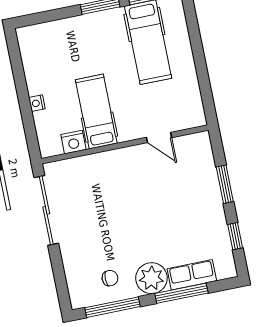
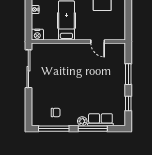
nightstand: (73, 142) -> (37, 35), moved
plant: (151, 278) -> (82, 121), width x0.53, depth x0.53

